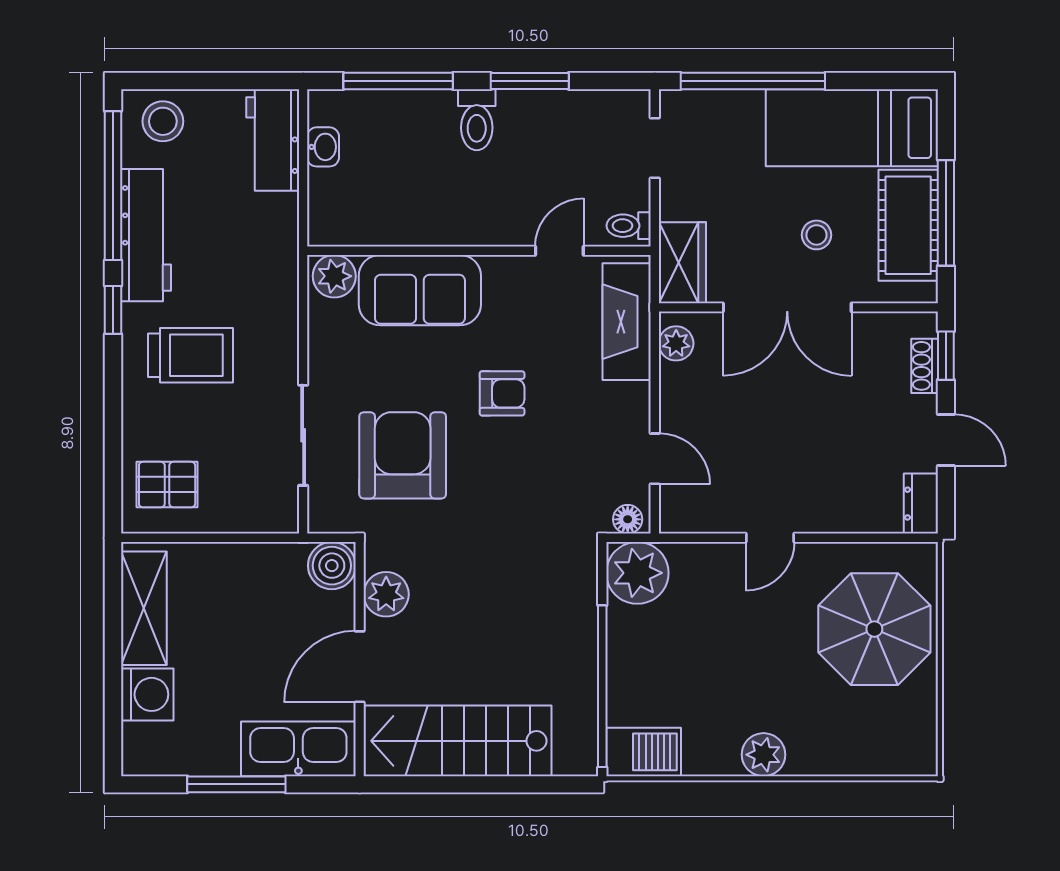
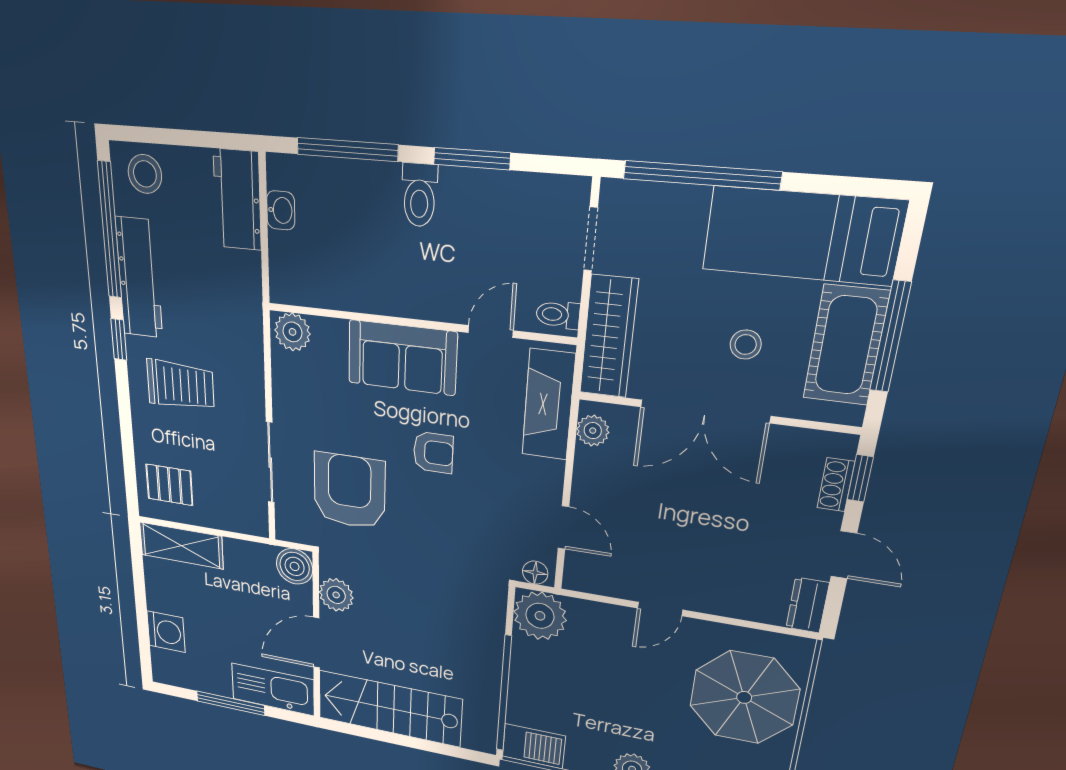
wardrobe: (682, 263) -> (609, 337), width x1.50
sofa: (420, 290) -> (402, 358), moved
shelving: (144, 608) -> (181, 545), moved, turned 90

